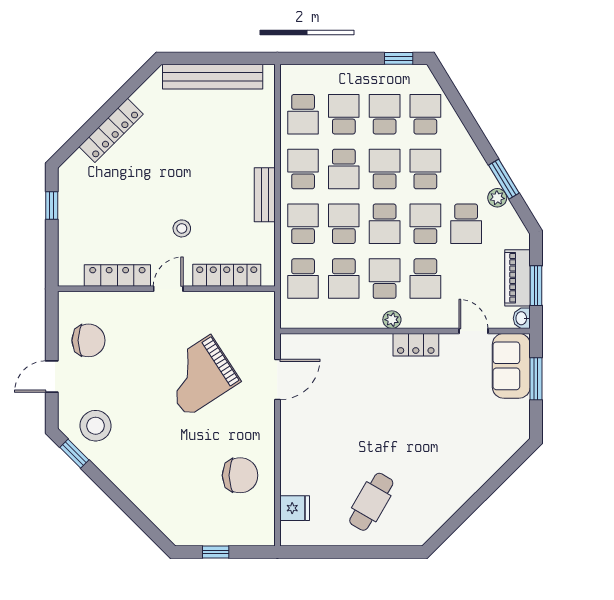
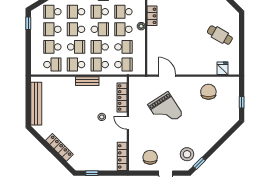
locker: (117, 276) -> (122, 156), moved
school desk: (425, 279) -> (123, 12), turned 180

